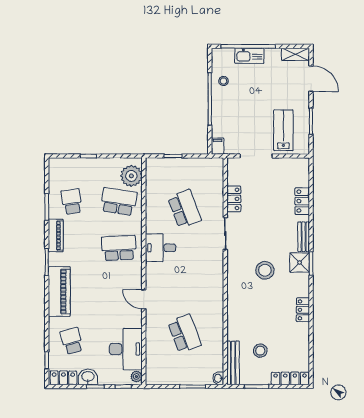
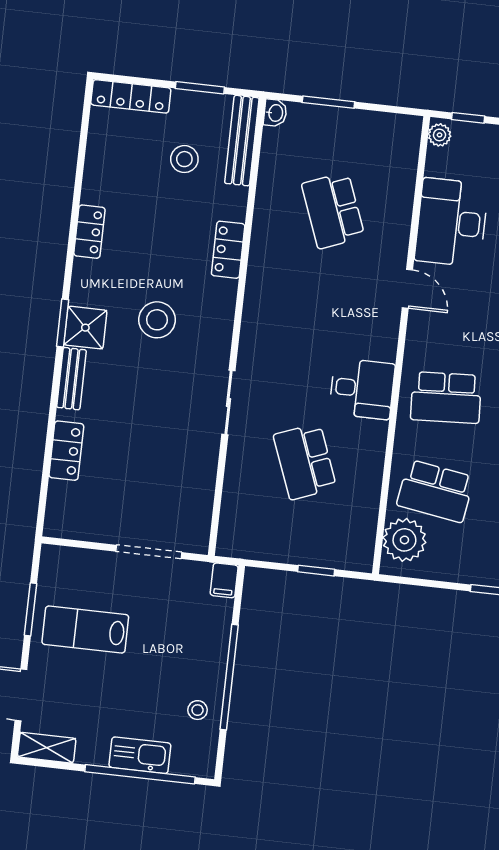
lab bench: (283, 130) -> (85, 630), moved, turned 90
locker: (234, 199) -> (228, 250), moved
desk: (126, 349) -> (451, 222), moved

